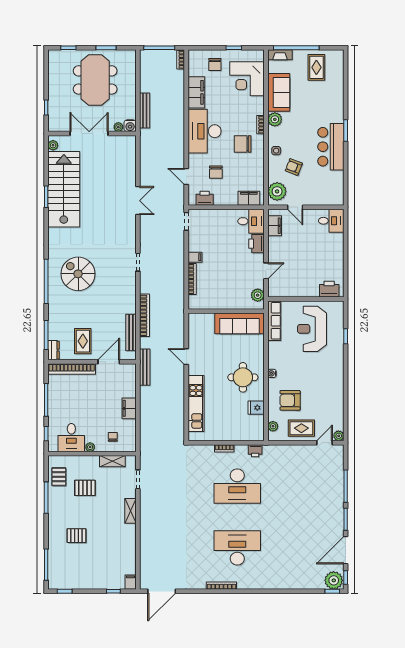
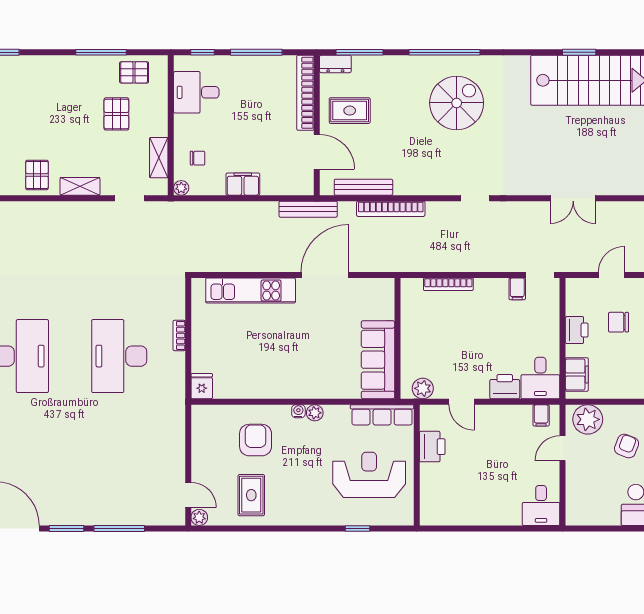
printer: (205, 198) -> (577, 330), moved
filing cabinet: (275, 226) -> (541, 415), width x0.50
filing cabinet: (195, 257) -> (517, 289), moved
printer: (329, 289) -> (432, 447), moved
door: (186, 357) -> (325, 275), width x1.87
round table: (243, 377) -> (292, 365), removed
fridge: (256, 408) -> (202, 386), moved
plant: (273, 426) -> (315, 413), moved
rug: (301, 428) -> (251, 495), moved
plant: (90, 447) -> (181, 188), moved
printer: (255, 451) -> (176, 385), removed
pallet: (76, 536) -> (37, 175), moved

